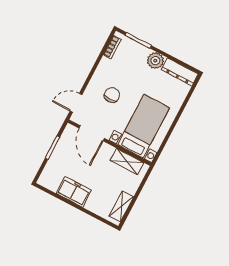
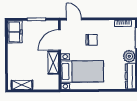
shelving: (127, 162) -> (53, 63), moved
freezer: (74, 192) -> (15, 32), moved

